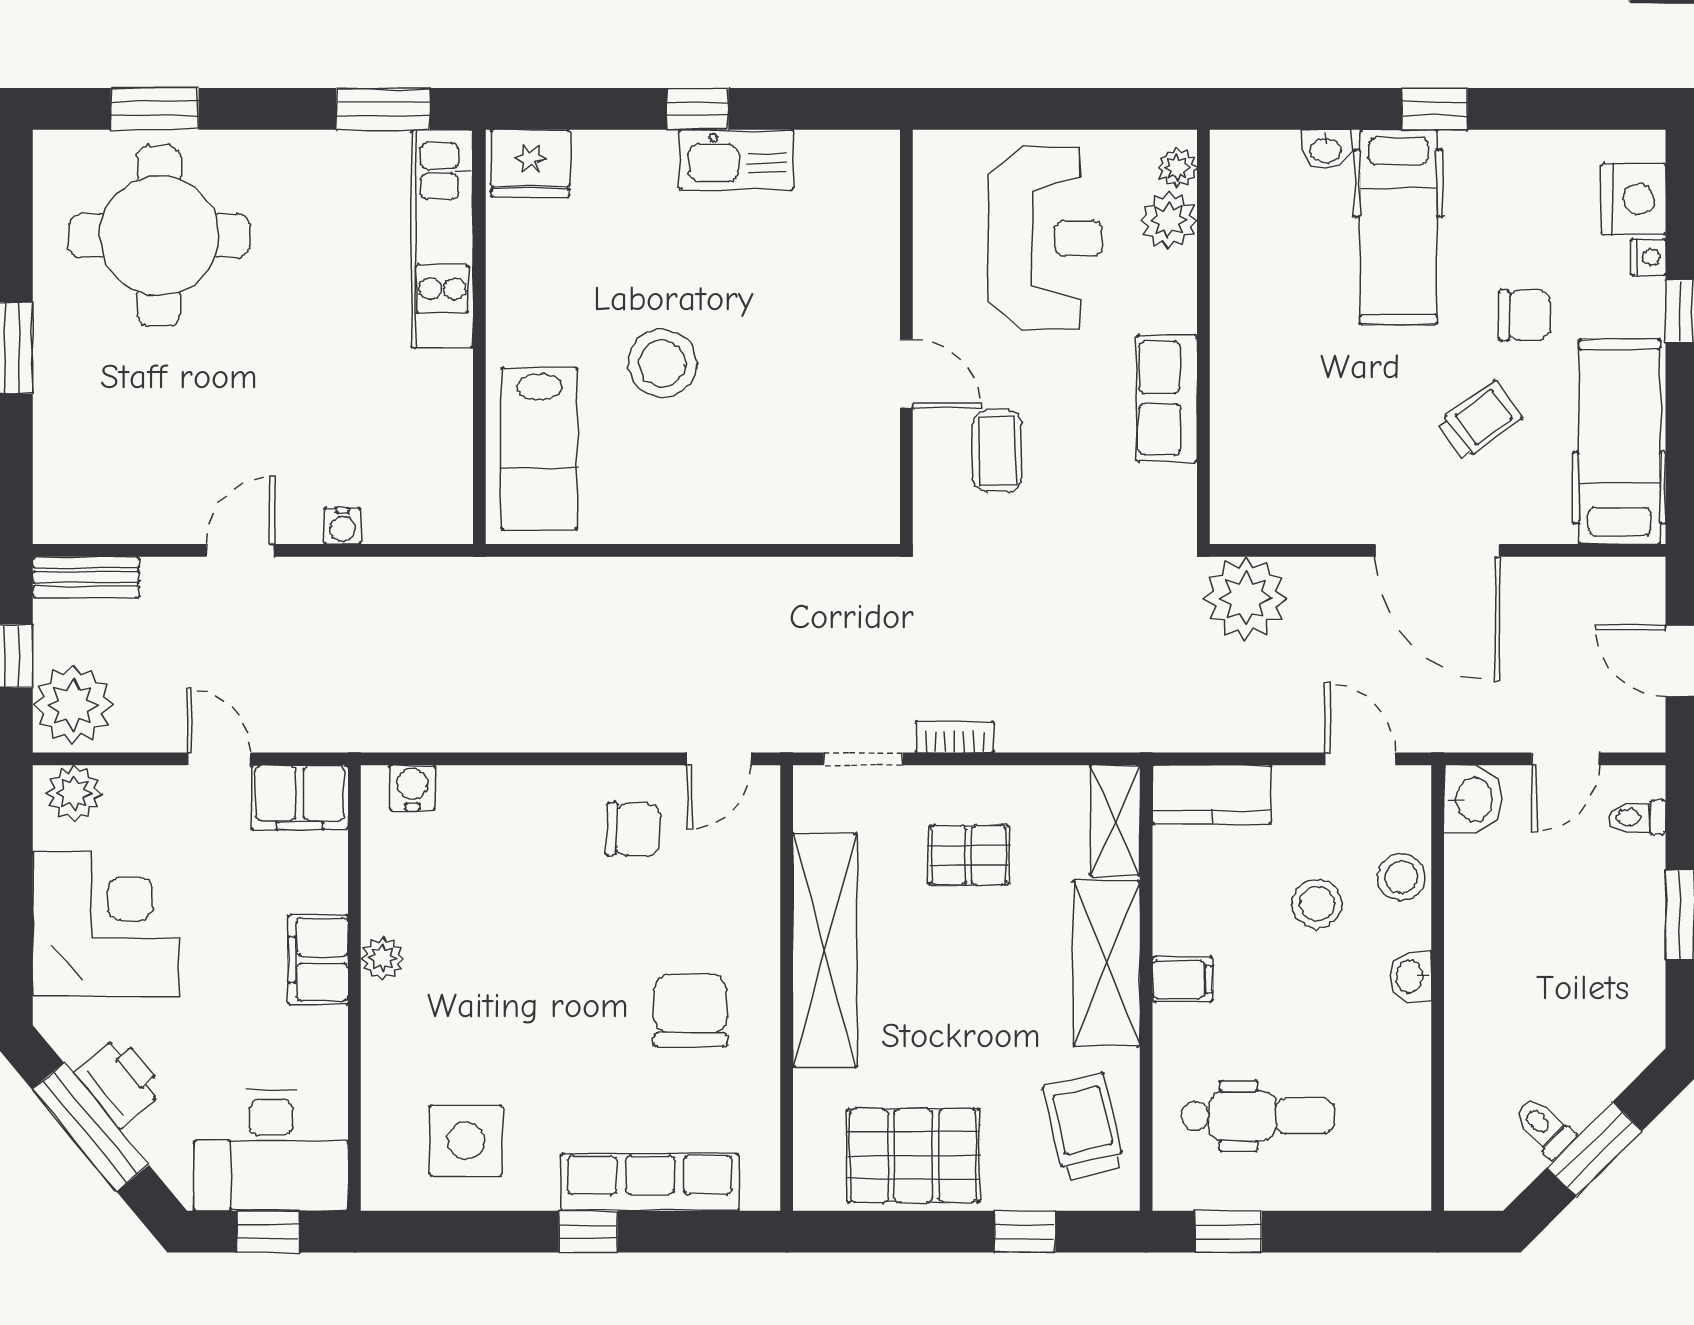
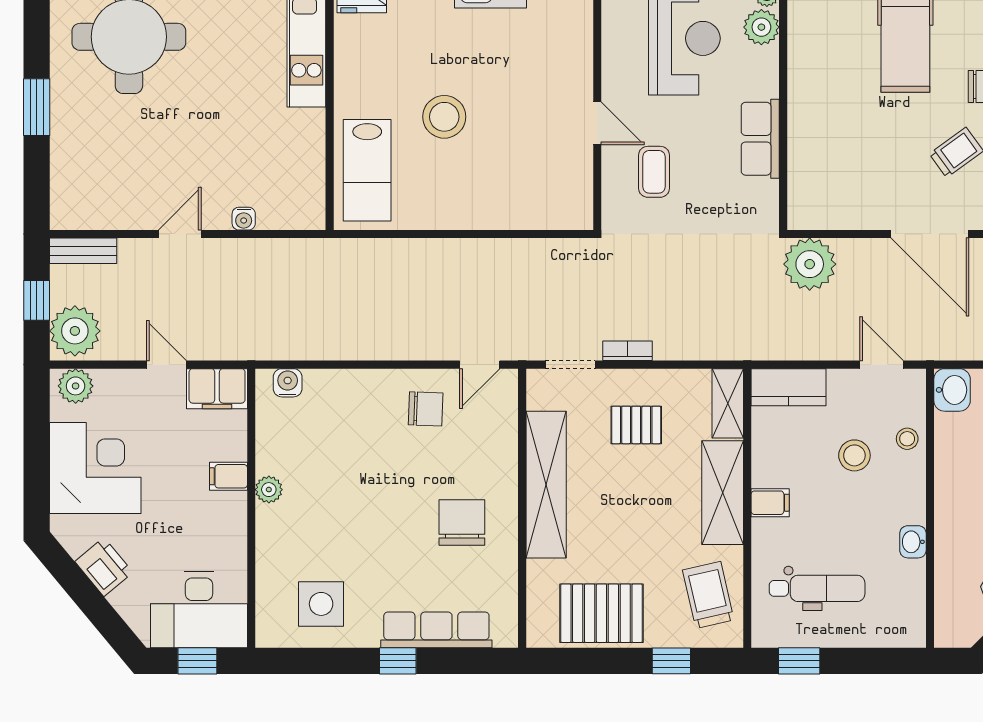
stool: (1401, 877) -> (907, 439), width x0.73, depth x0.73
filing cabinet: (318, 960) -> (229, 476), width x0.50
washbasin: (1411, 976) -> (913, 542), moved
window: (90, 1127) -> (86, 595), removed

